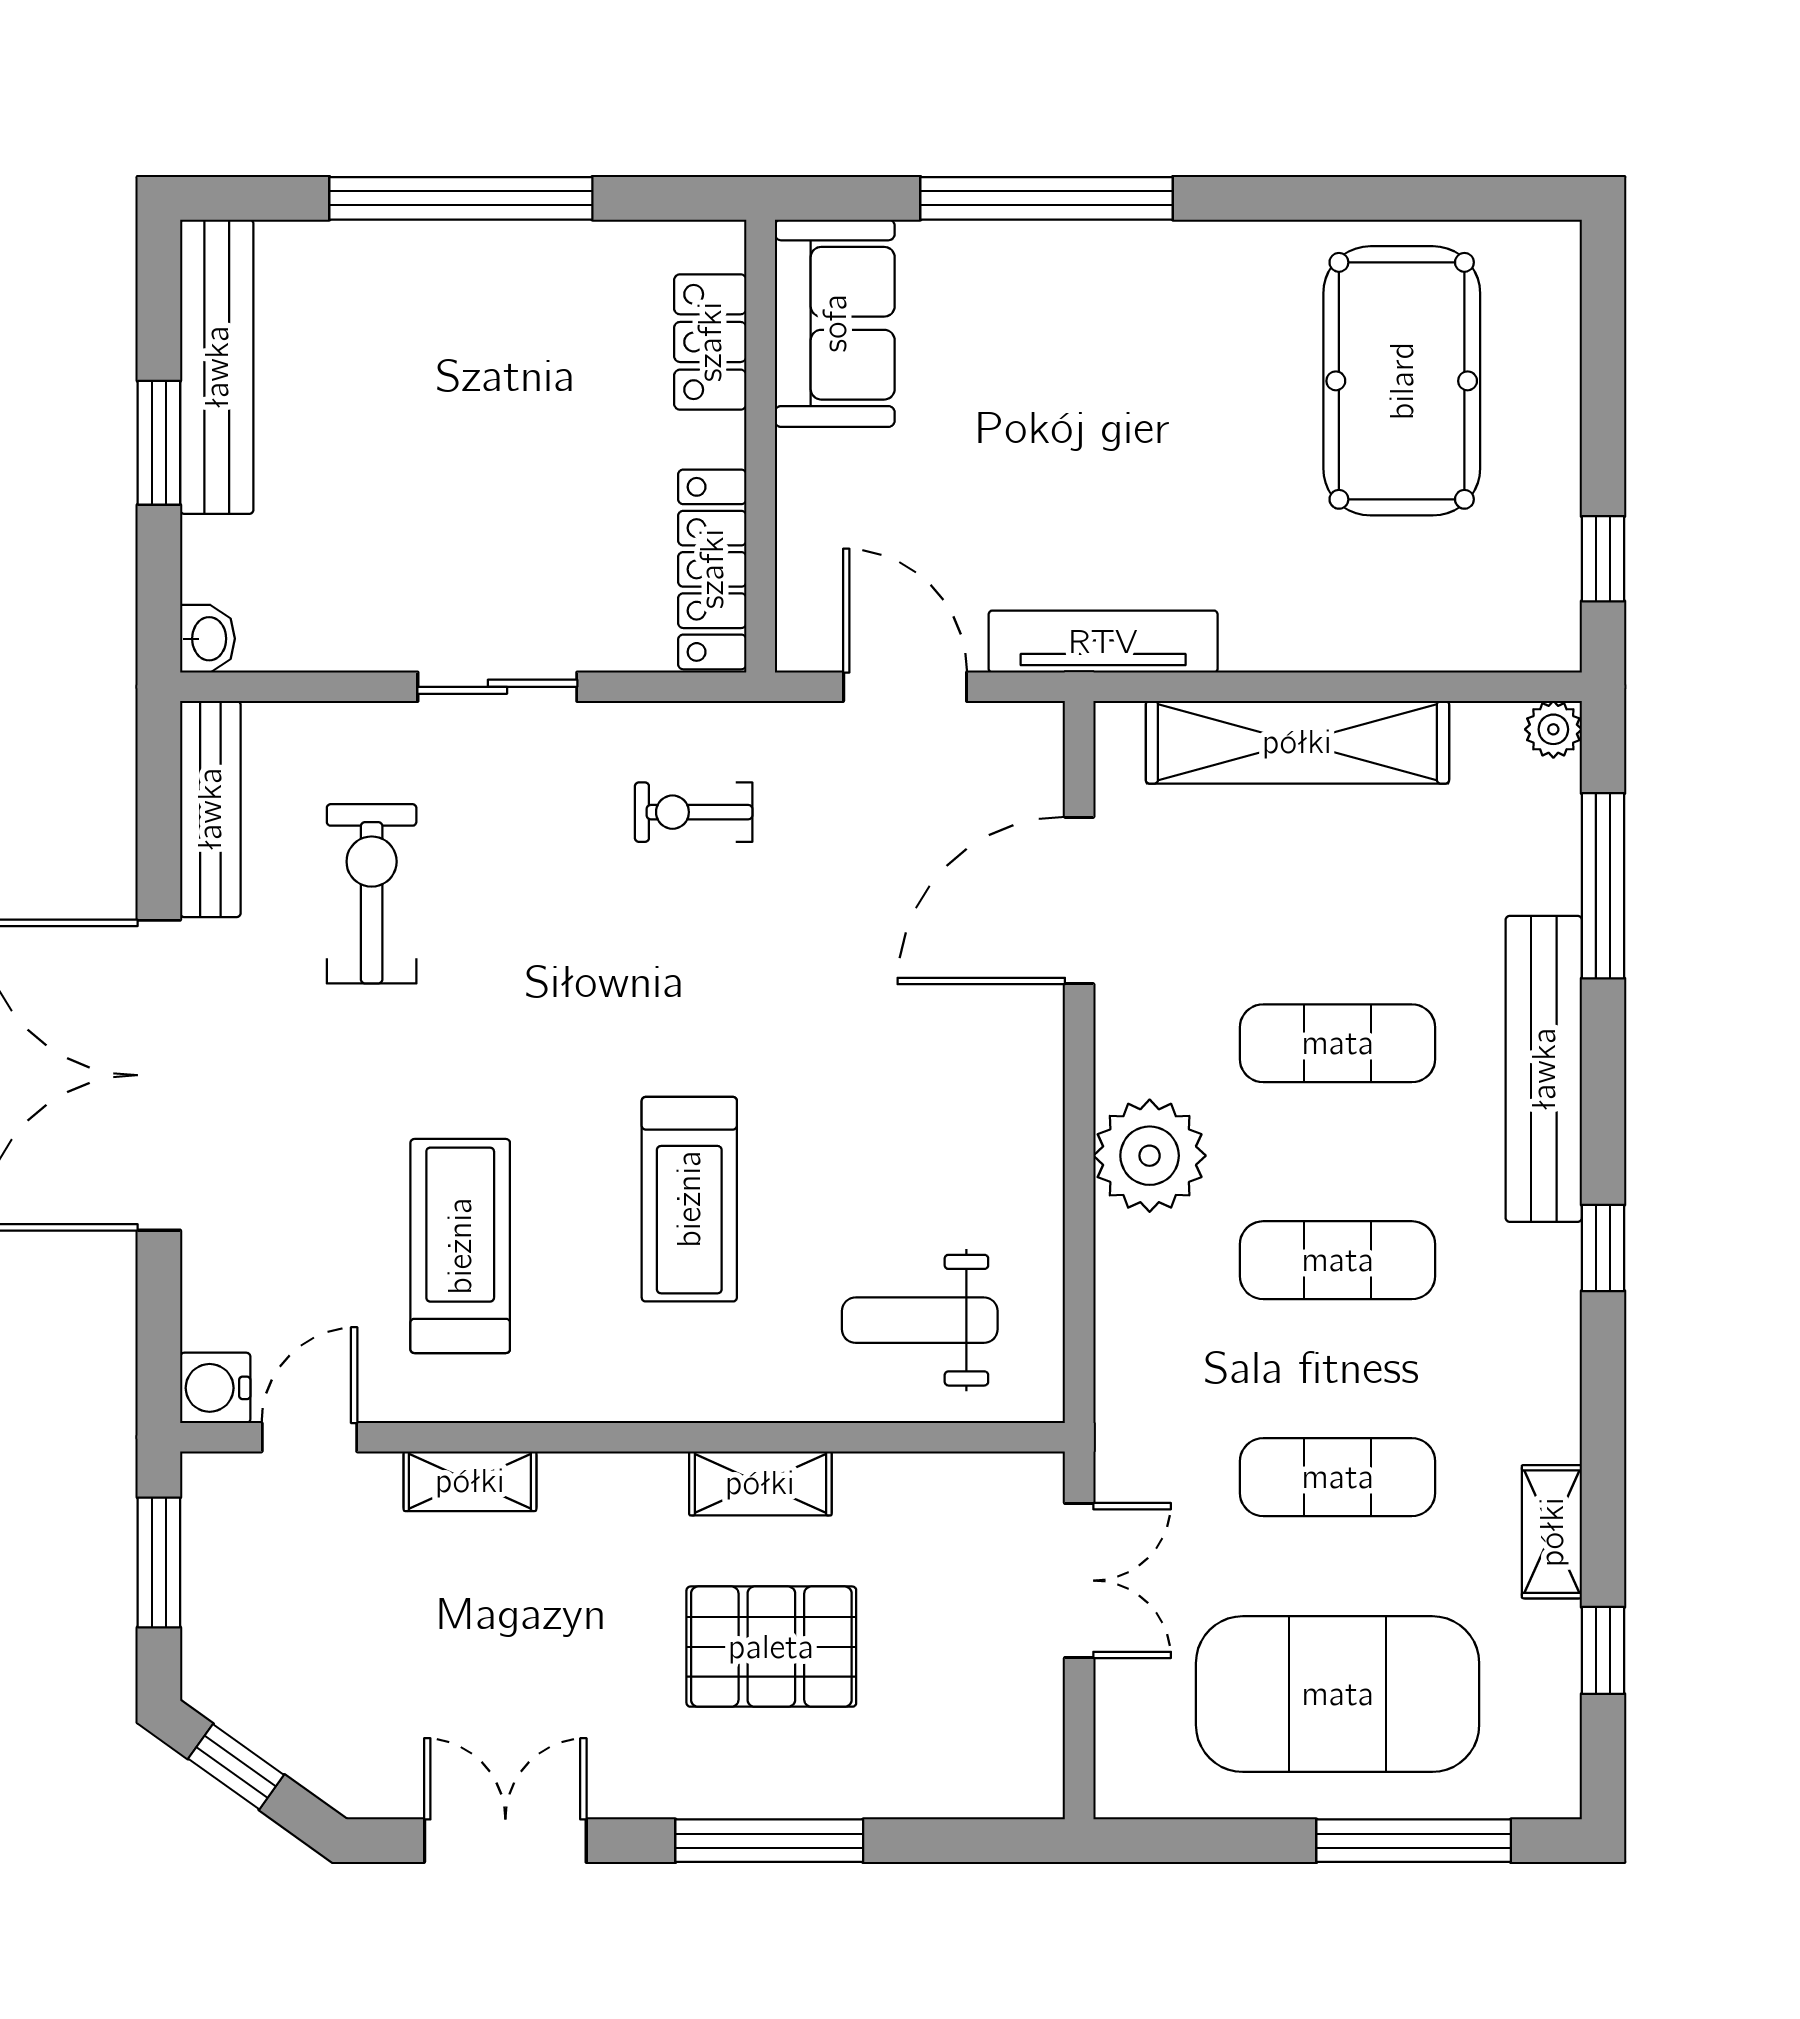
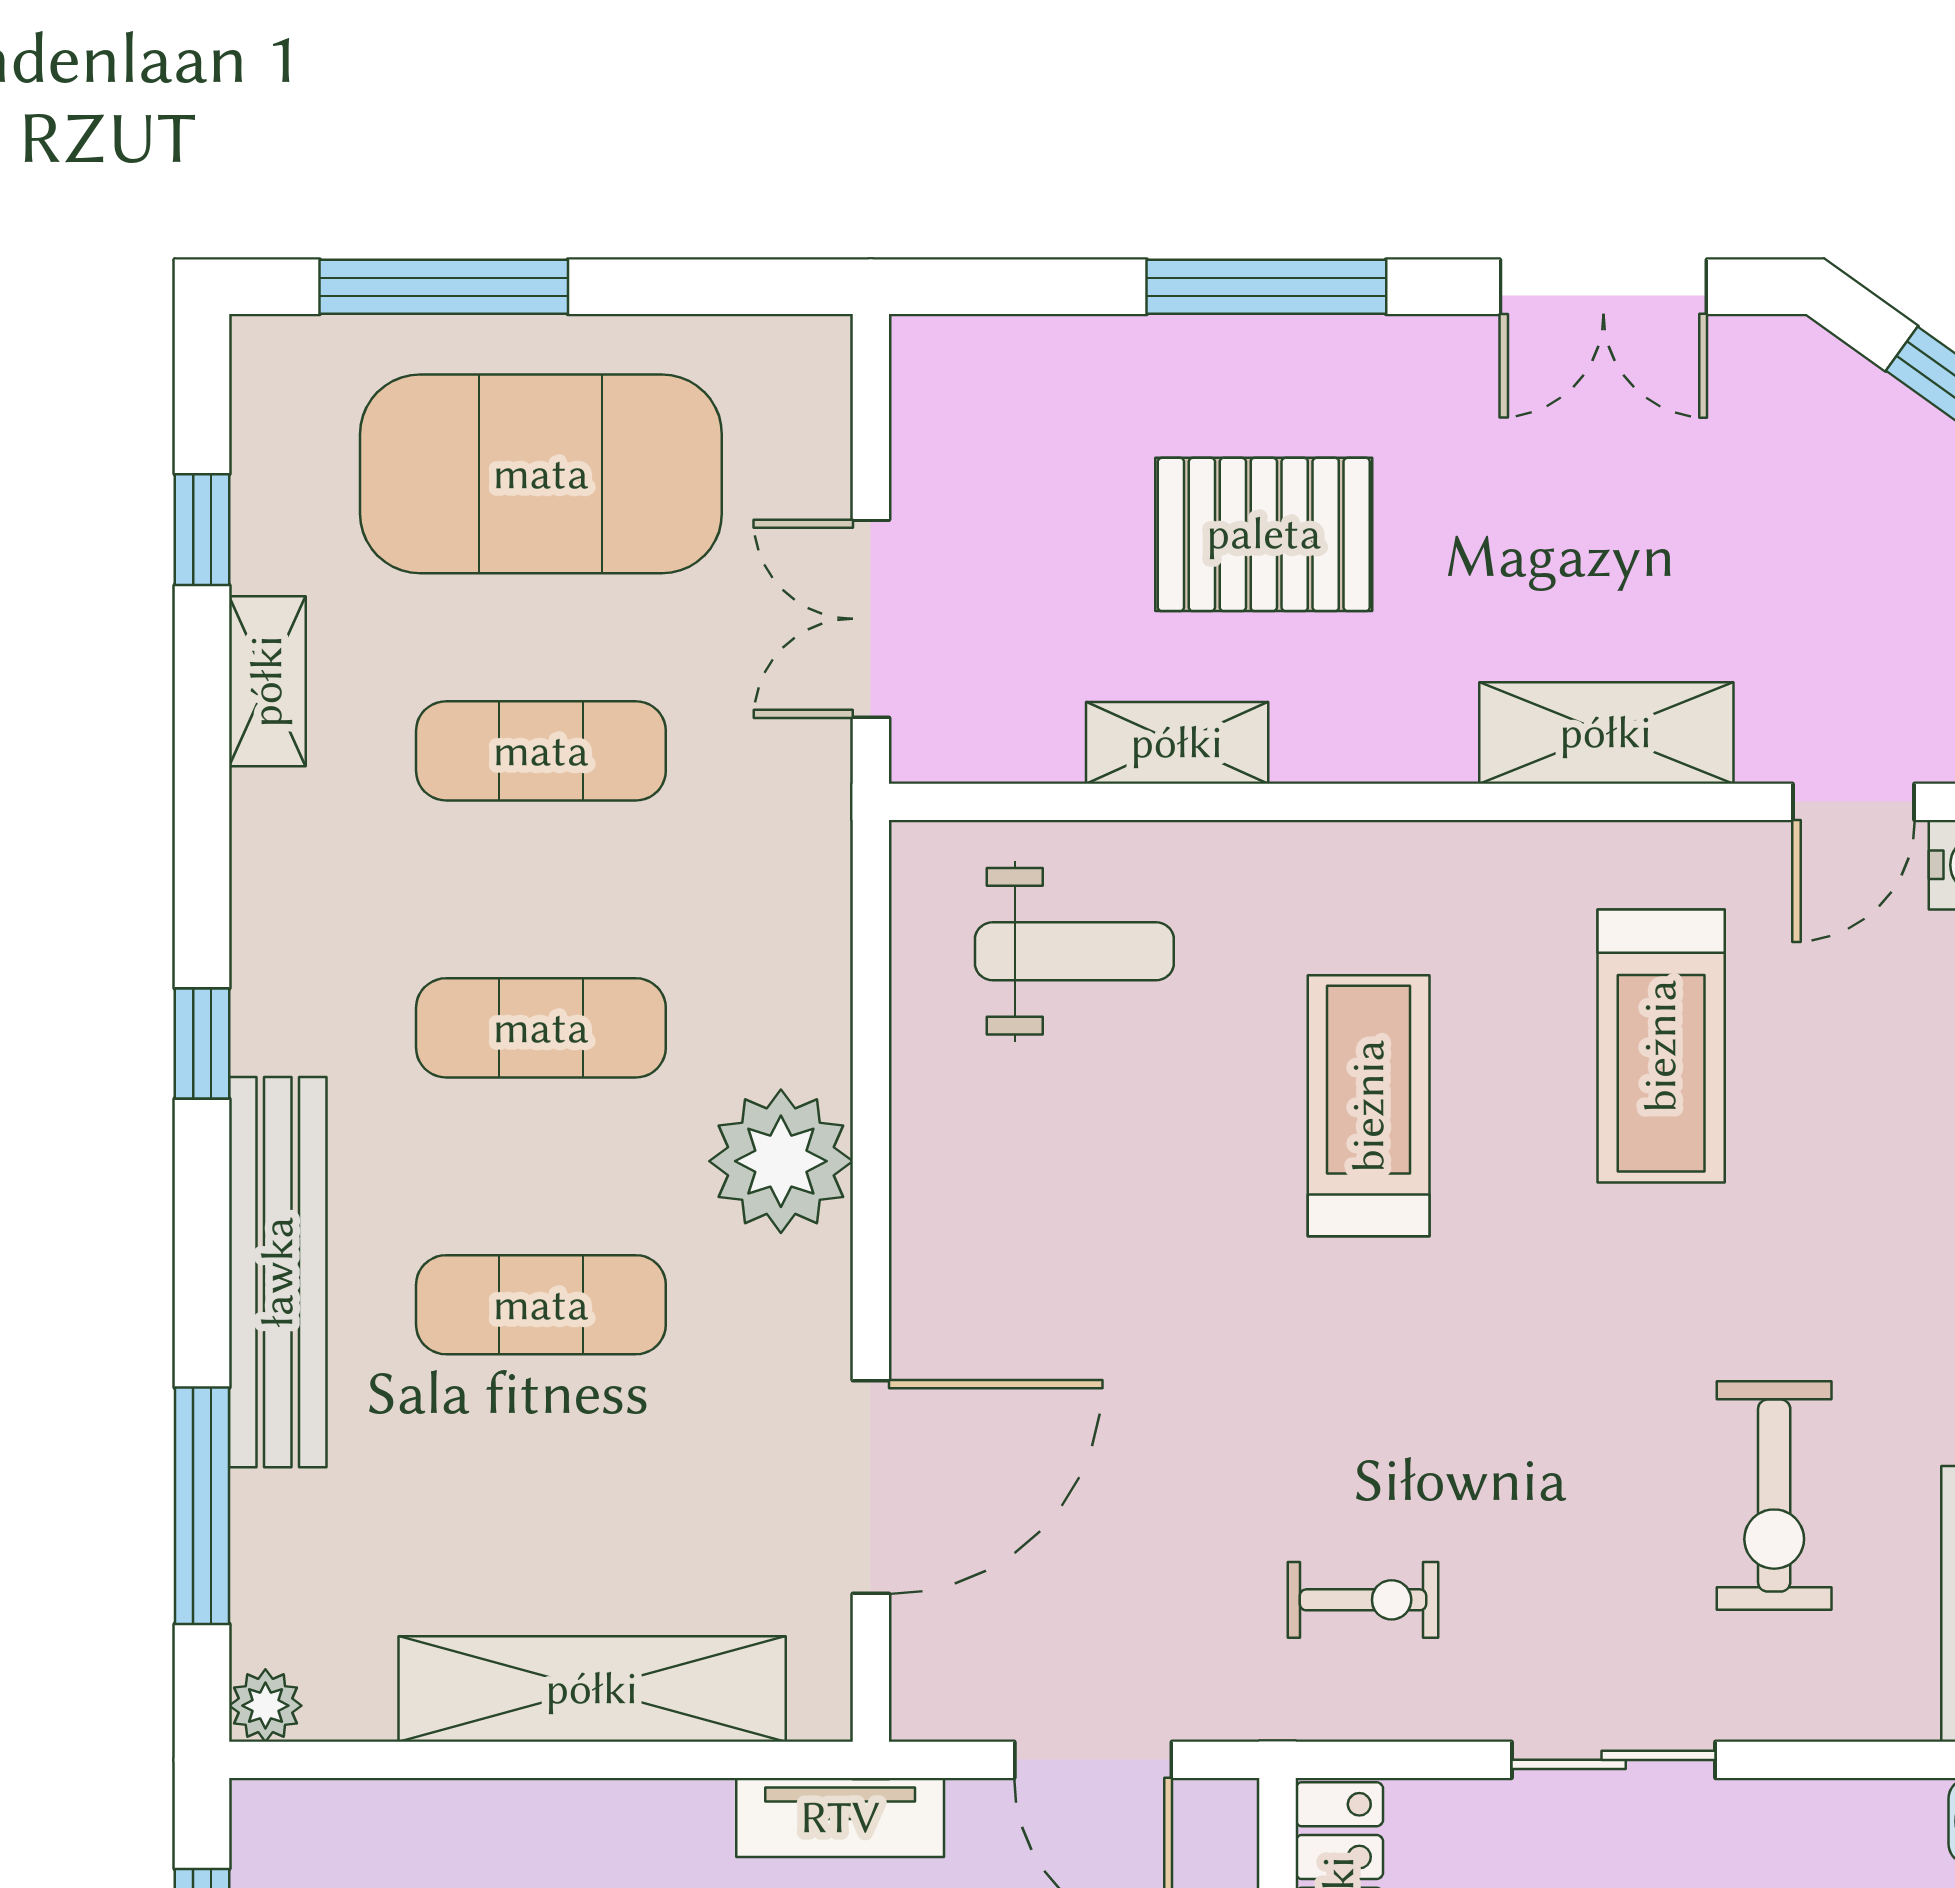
tv unit: (1103, 642) -> (840, 1818), width x0.71
shelving: (470, 1481) -> (1606, 733), width x1.50, depth x1.33
shelving: (760, 1483) -> (1177, 743), moved

